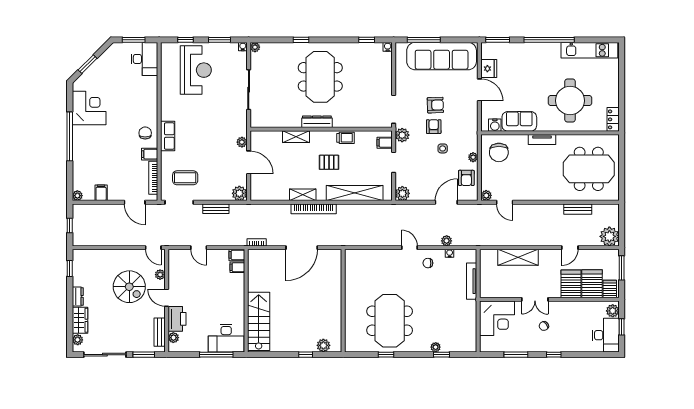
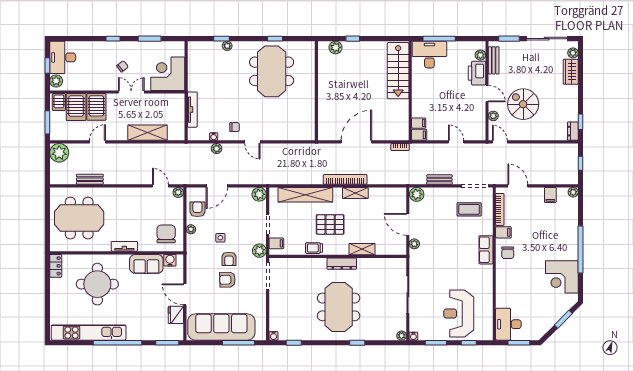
kitchen unit: (589, 50) -> (89, 333), width x1.36
pallet: (329, 162) -> (330, 224), width x1.50, depth x1.42
dresser: (78, 296) -> (573, 131), moved

